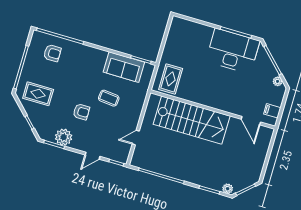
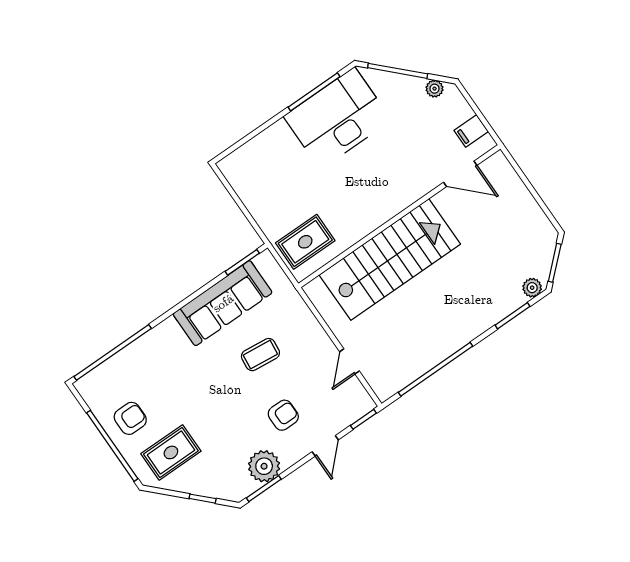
armchair: (52, 53) -> (130, 418), moved
sofa: (124, 67) -> (223, 303), width x1.36
rug: (171, 79) -> (305, 242), turned 90
armchair: (81, 112) -> (283, 415), moved

